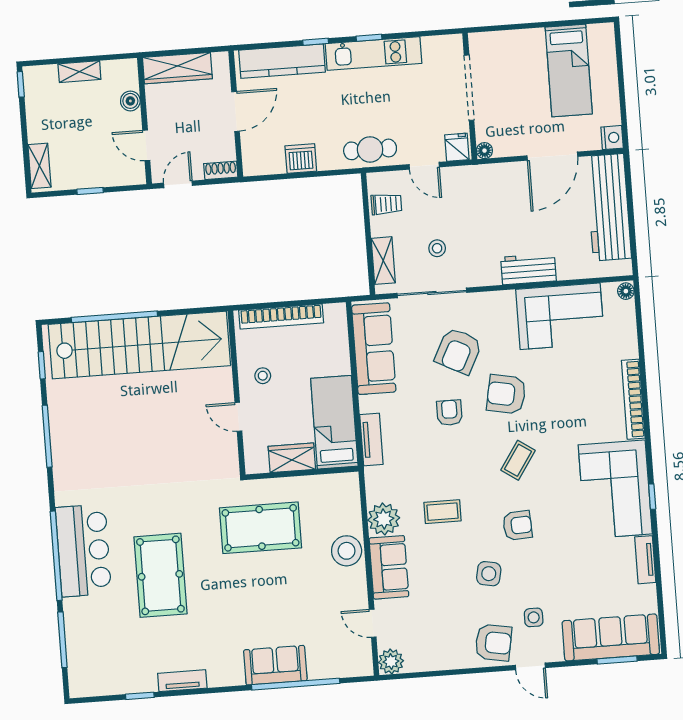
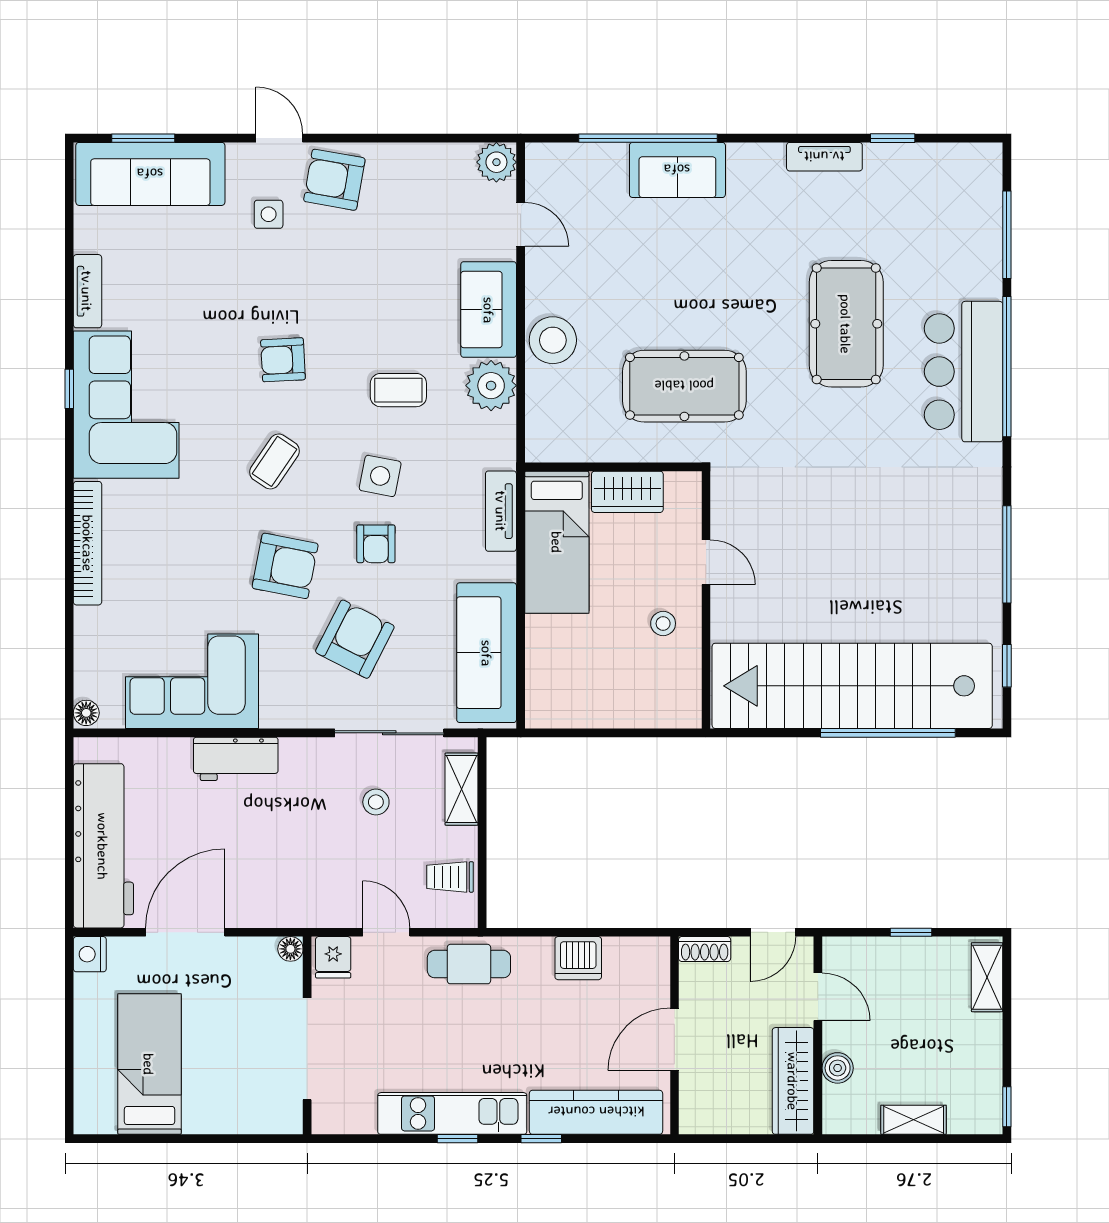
wardrobe: (177, 68) -> (793, 1081), moved, turned -90
bookcase: (281, 316) -> (628, 714), removed
side table: (489, 574) -> (380, 476), moved

